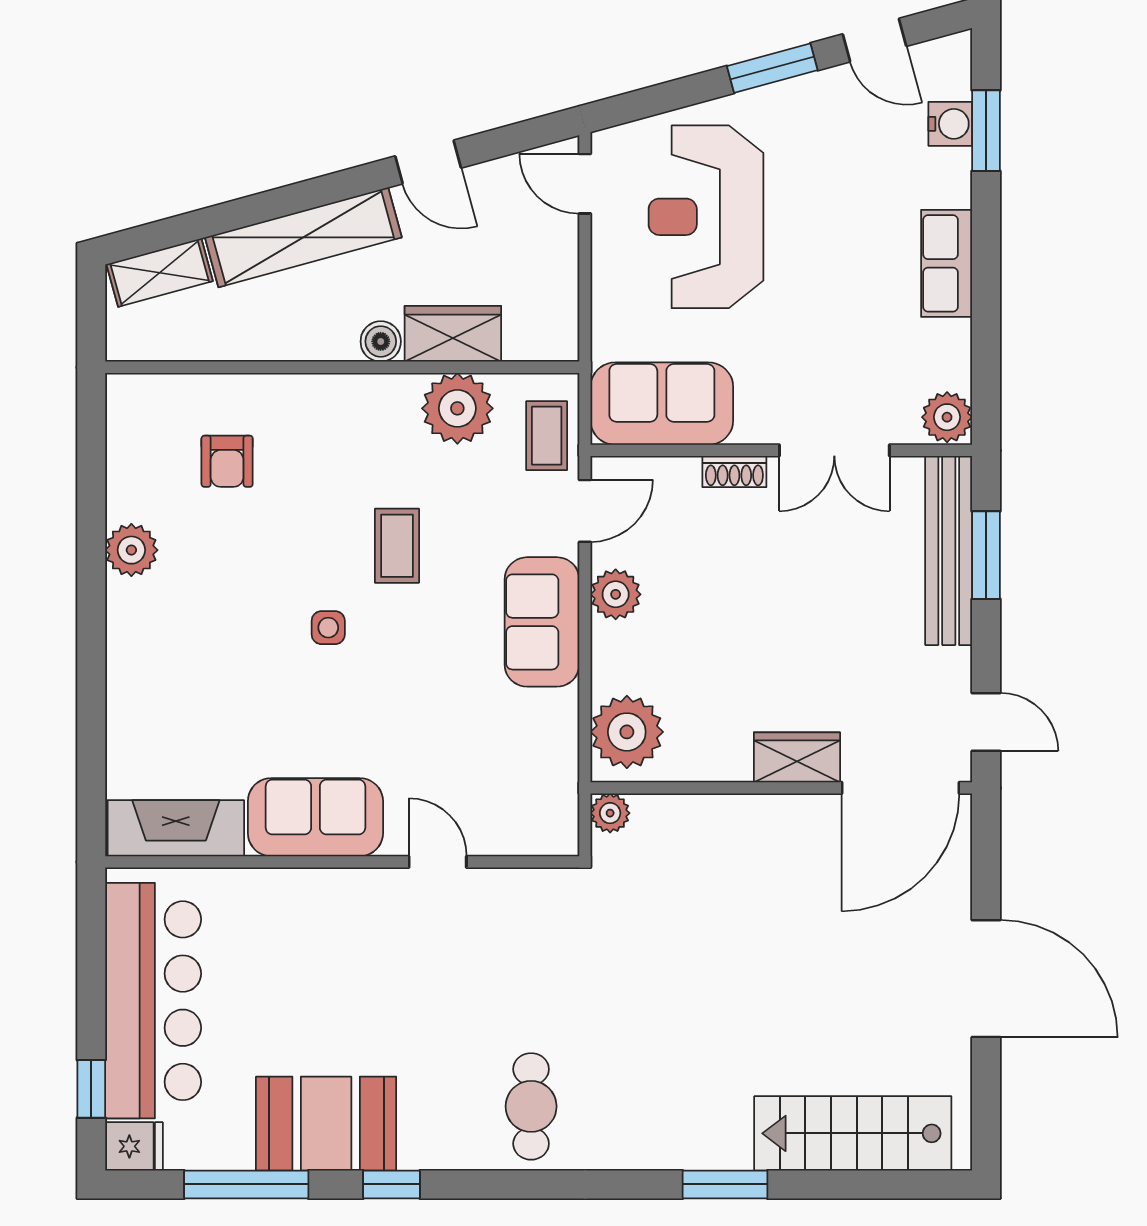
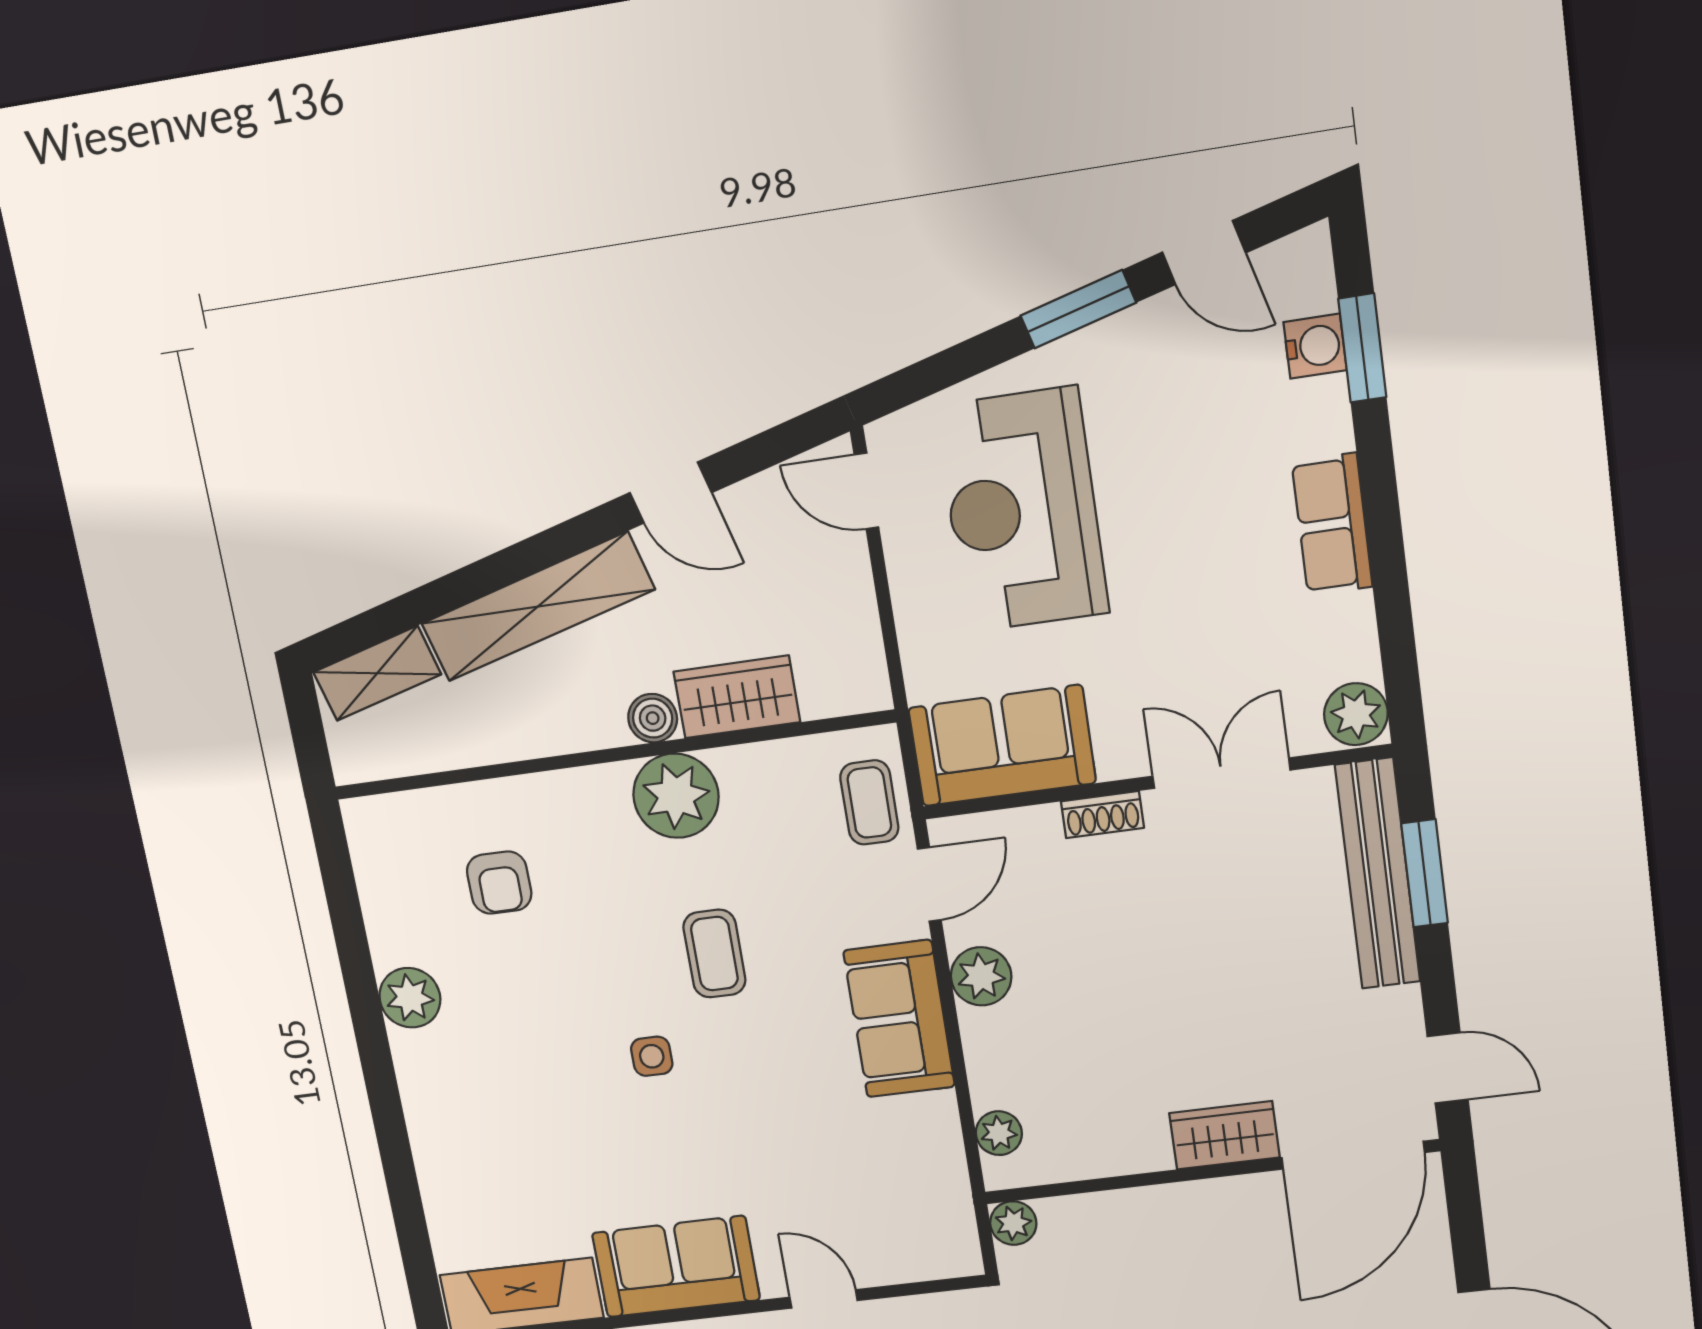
plant: (457, 408) -> (676, 796), moved
double door: (834, 450) -> (1221, 773), swing flipped
plant: (627, 732) -> (999, 1133), width x0.53, depth x0.53

